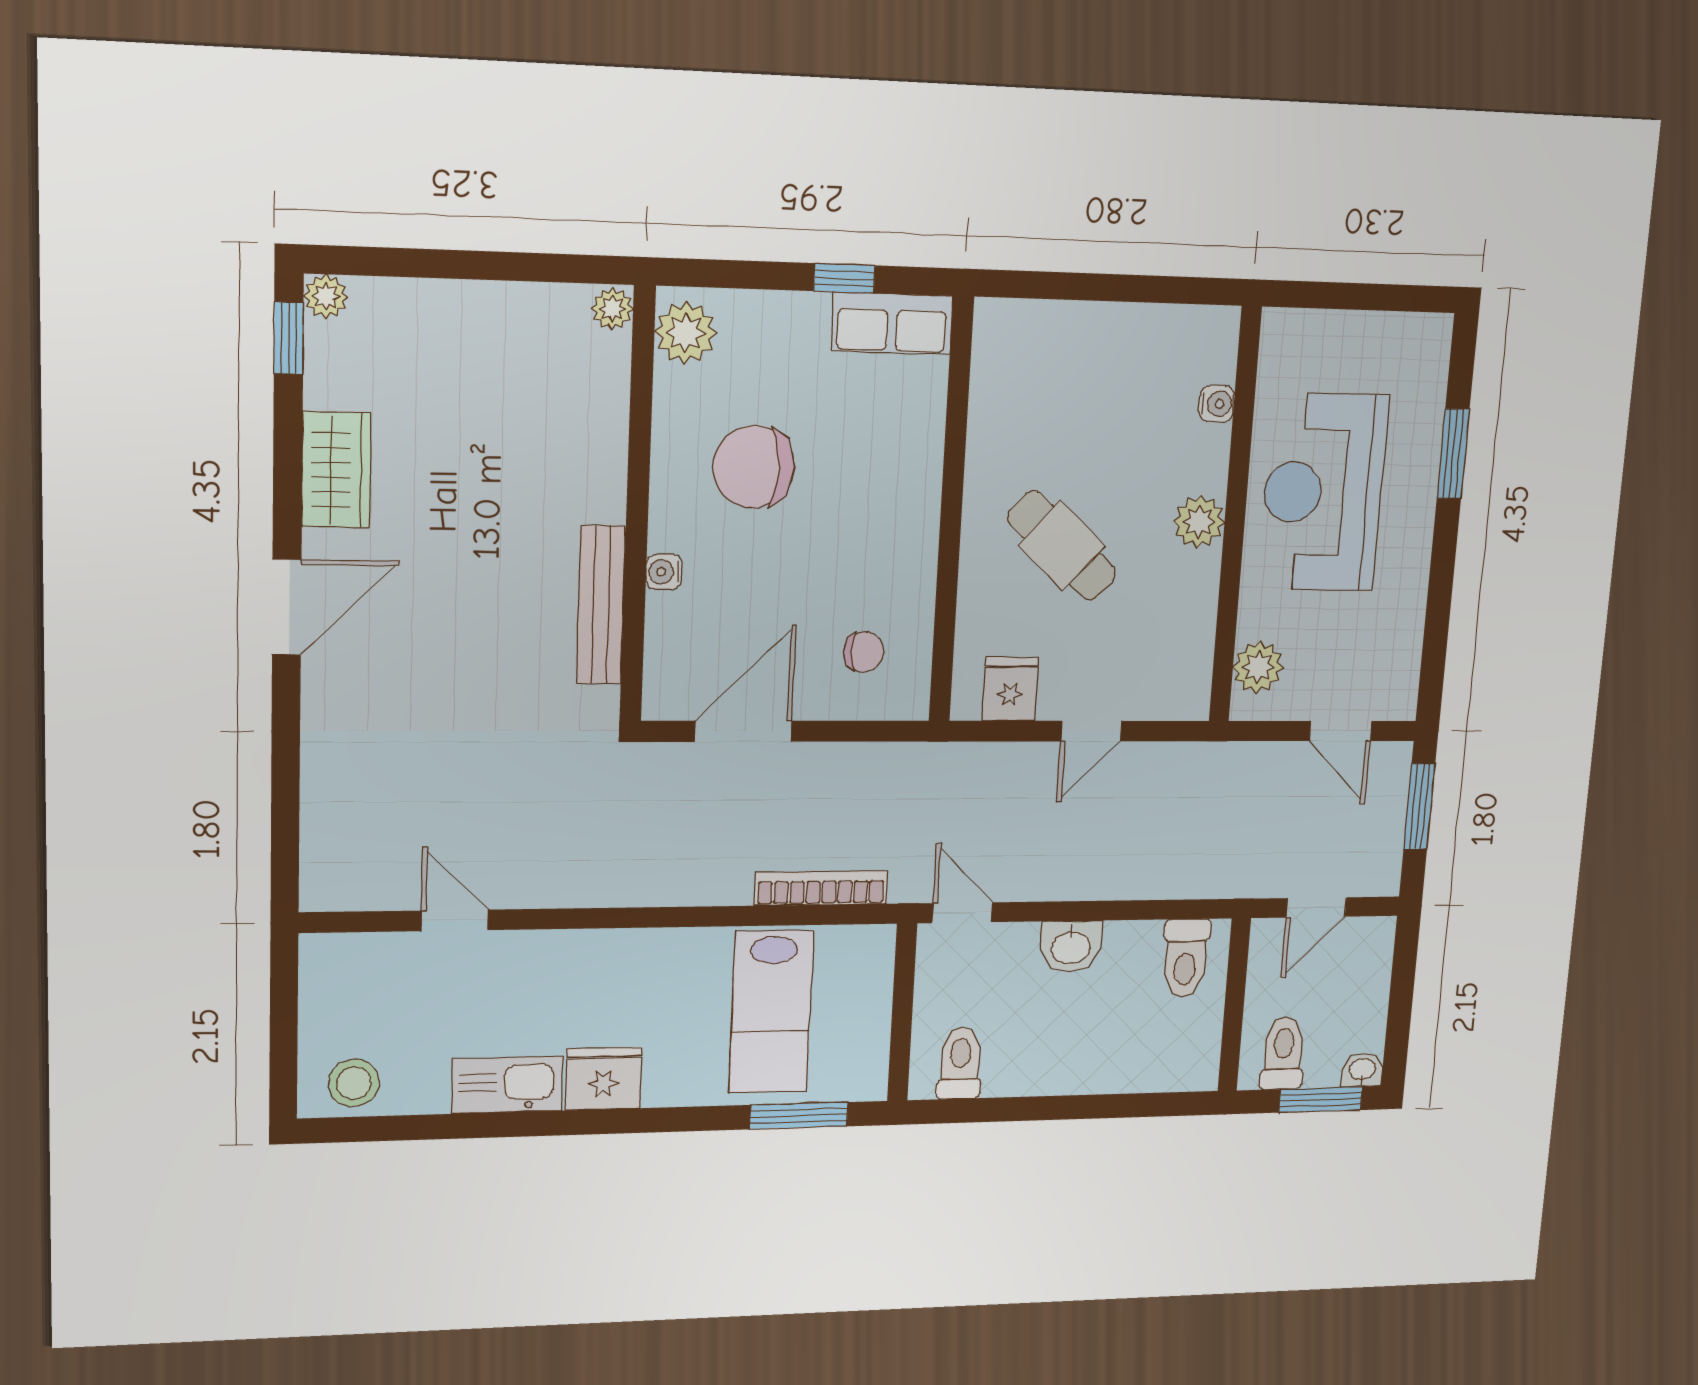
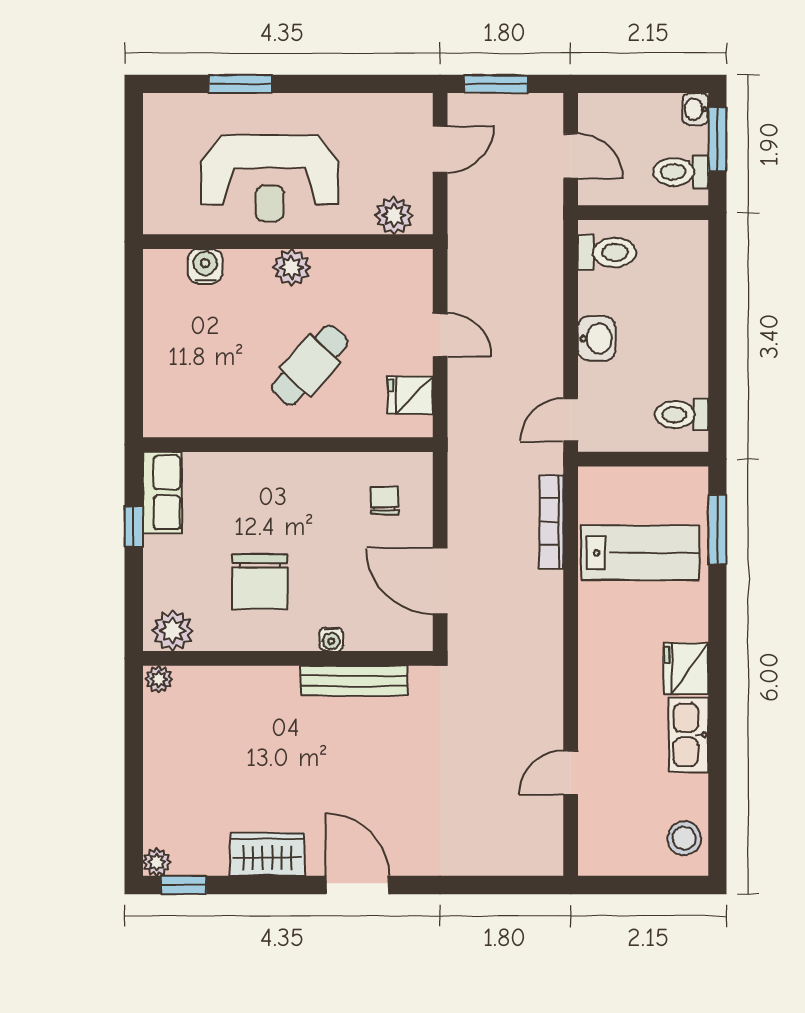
water cooler: (1217, 404) -> (205, 266), width x1.38, depth x1.38

